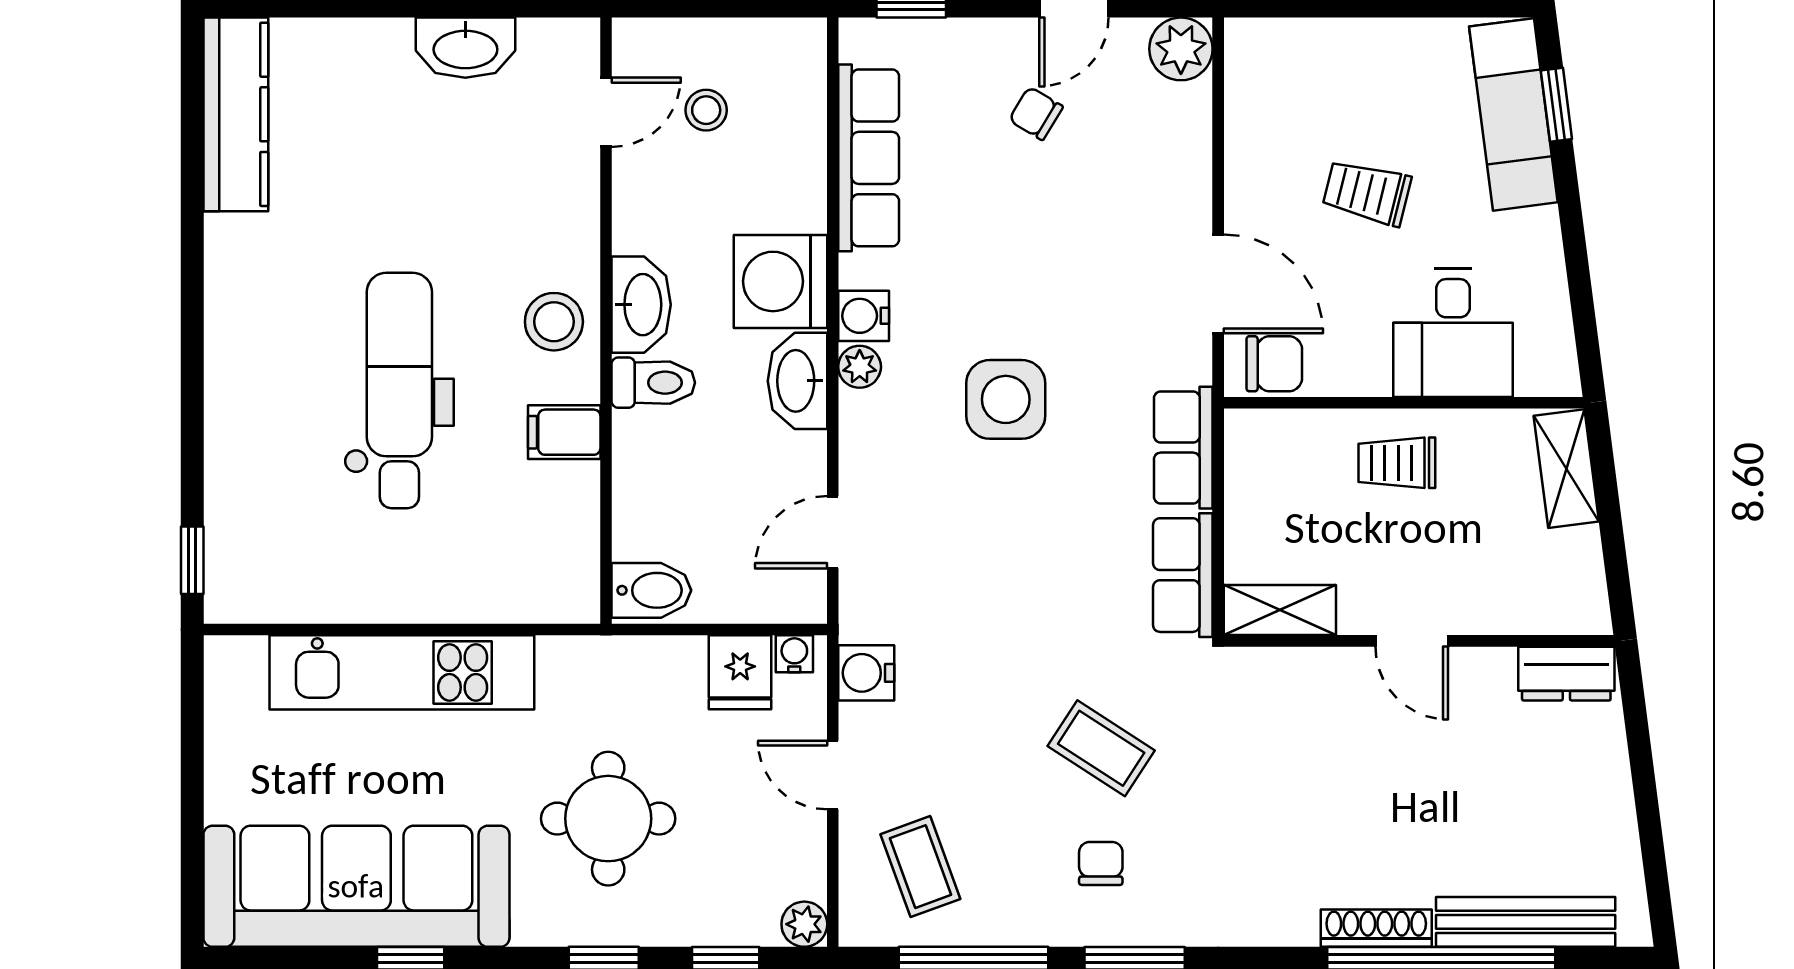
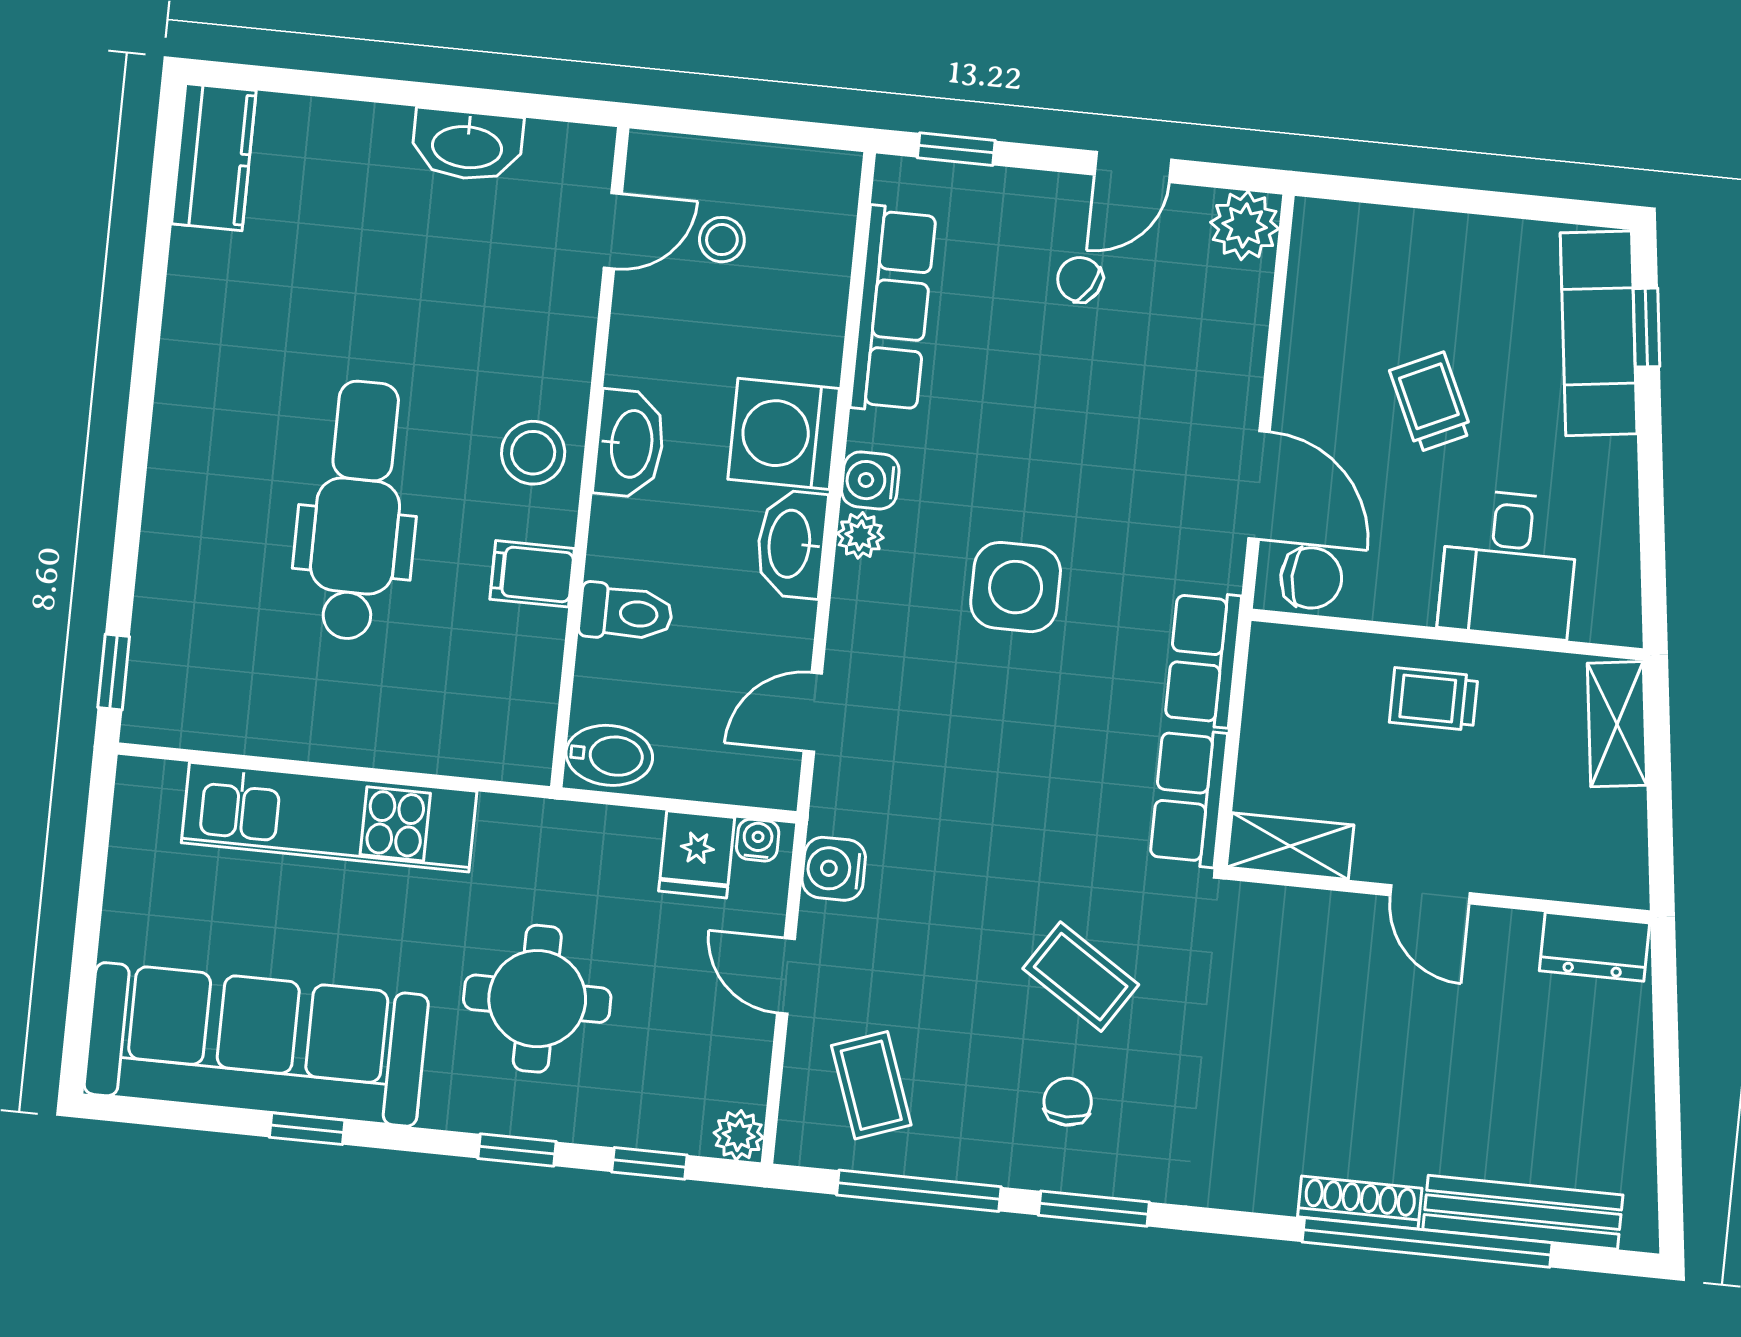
kitchen counter: (236, 114) -> (214, 157), width x0.67
trolley: (1367, 193) -> (1431, 402), turned 51
toilet: (653, 383) -> (626, 613), moved

